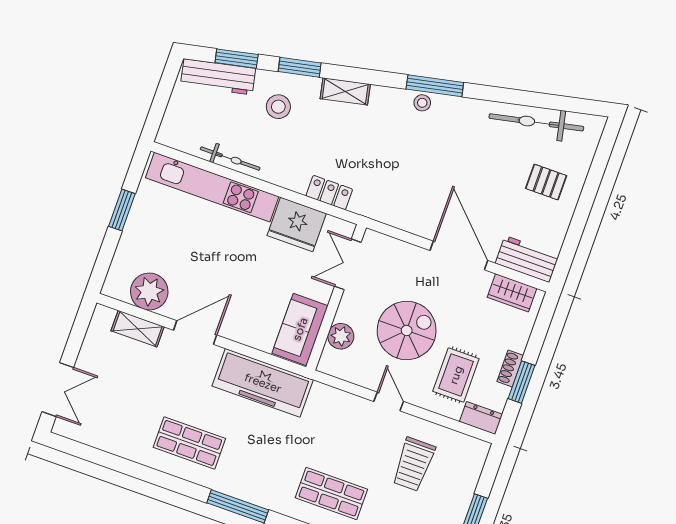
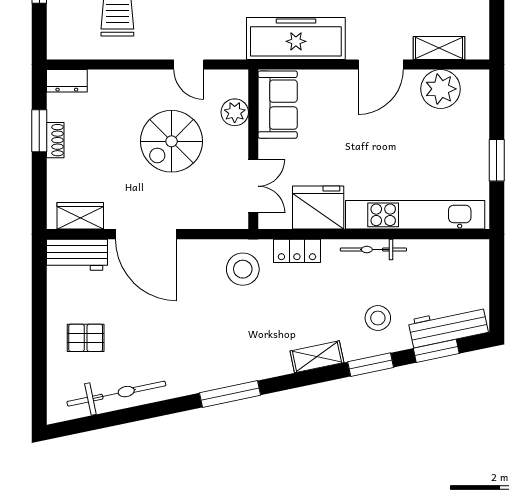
stool: (422, 103) -> (243, 269), moved, width x1.89, depth x1.89
bicycle: (230, 159) -> (373, 250), moved
rug: (456, 375) -> (107, 115), removed
door: (389, 401) -> (189, 64), moved

